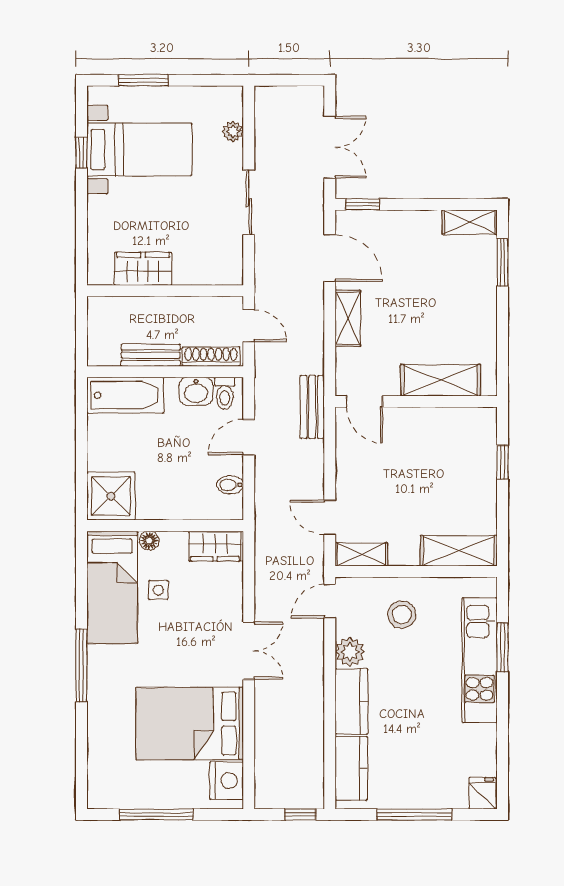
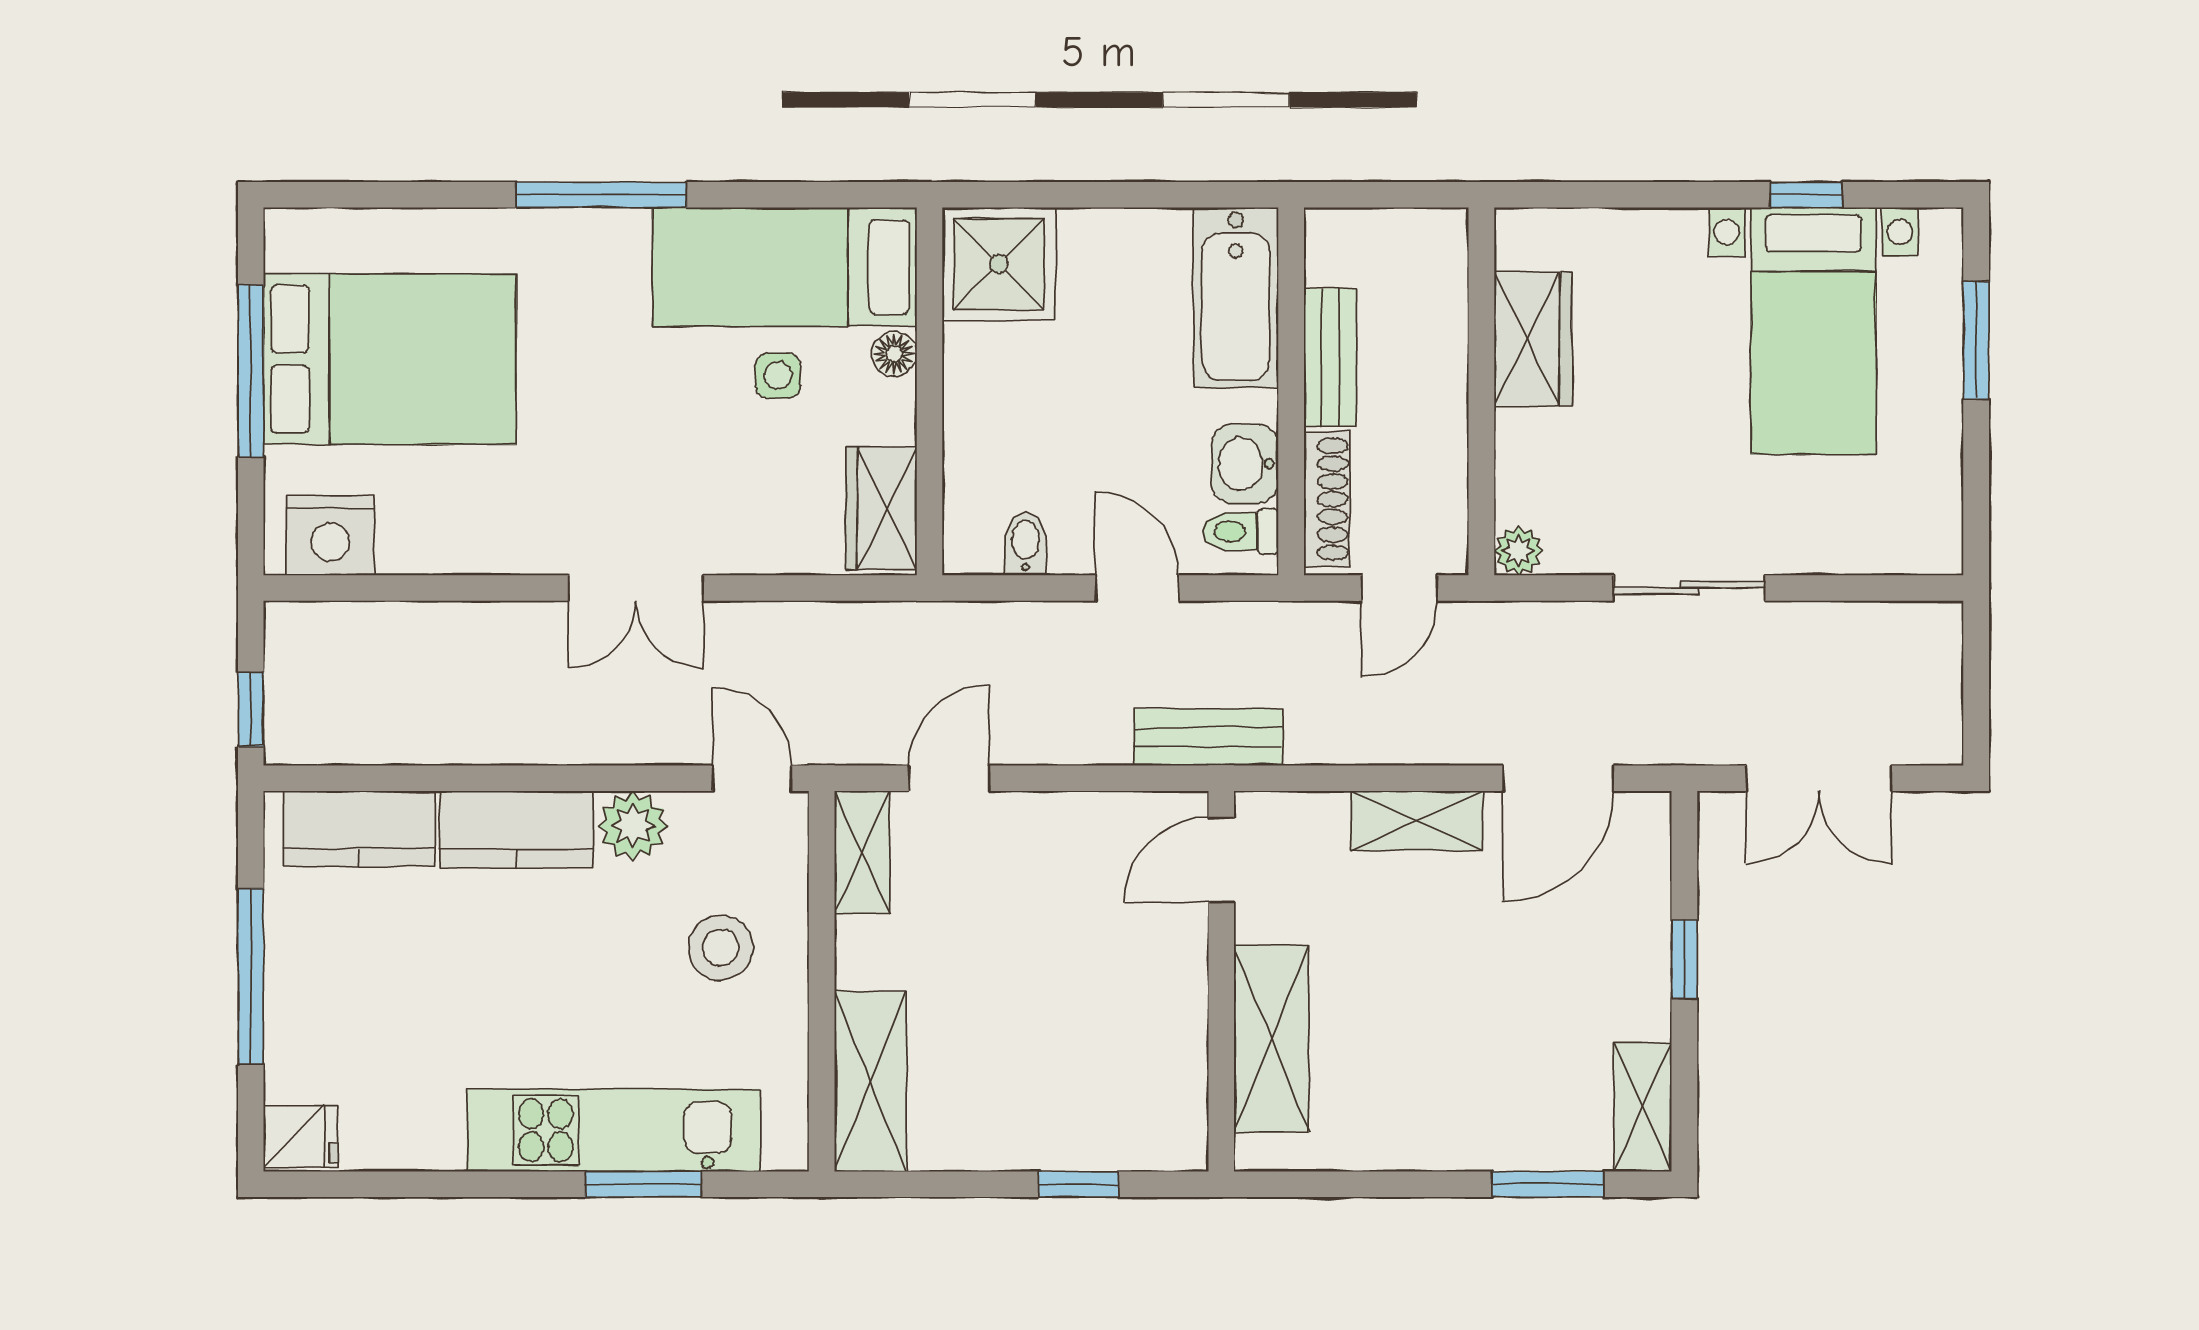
plant: (233, 131) -> (1519, 551), moved
window: (363, 204) -> (1684, 959), moved
bed: (190, 723) -> (390, 359), moved, turned 90

